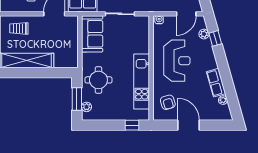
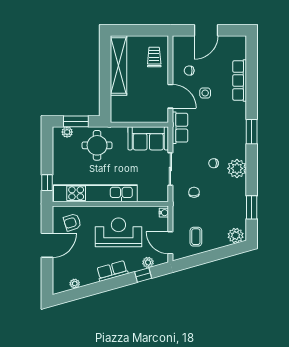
reception desk: (177, 61) -> (118, 232), turned 180
kitchen unit: (142, 81) -> (95, 193), width x1.36
row of seats: (216, 83) -> (112, 271), moved

